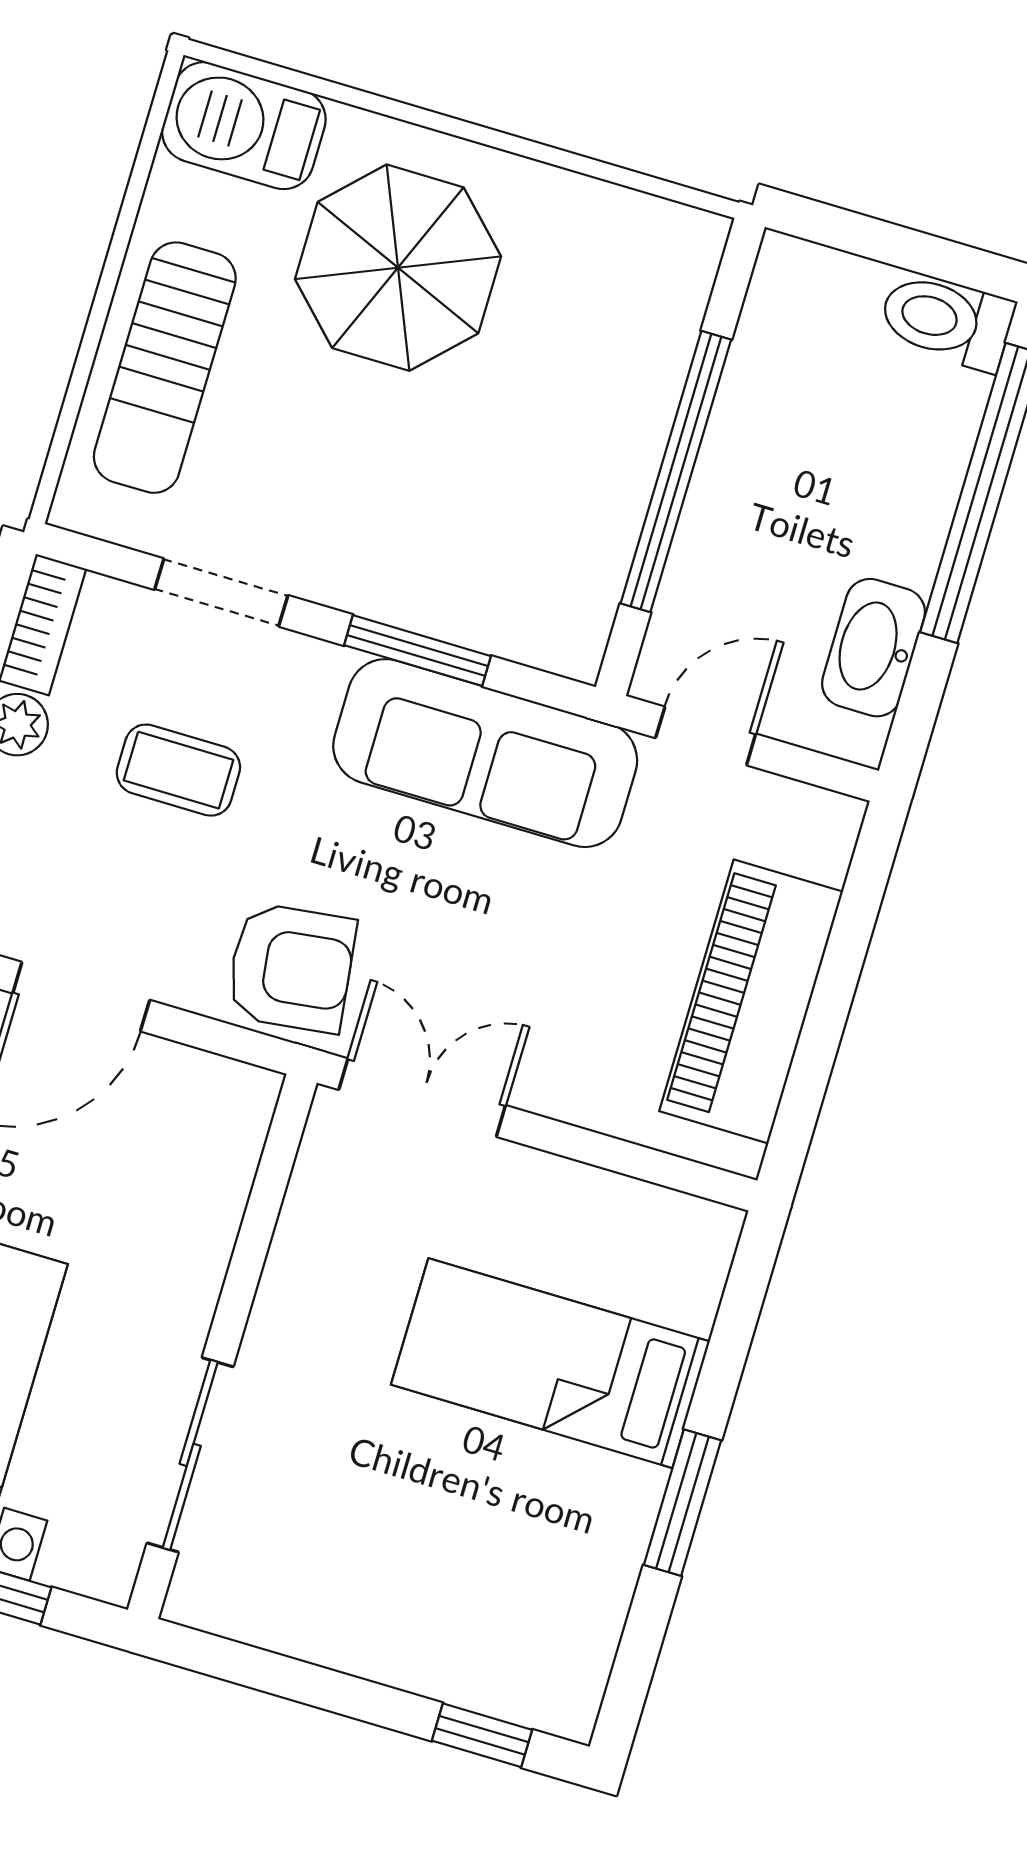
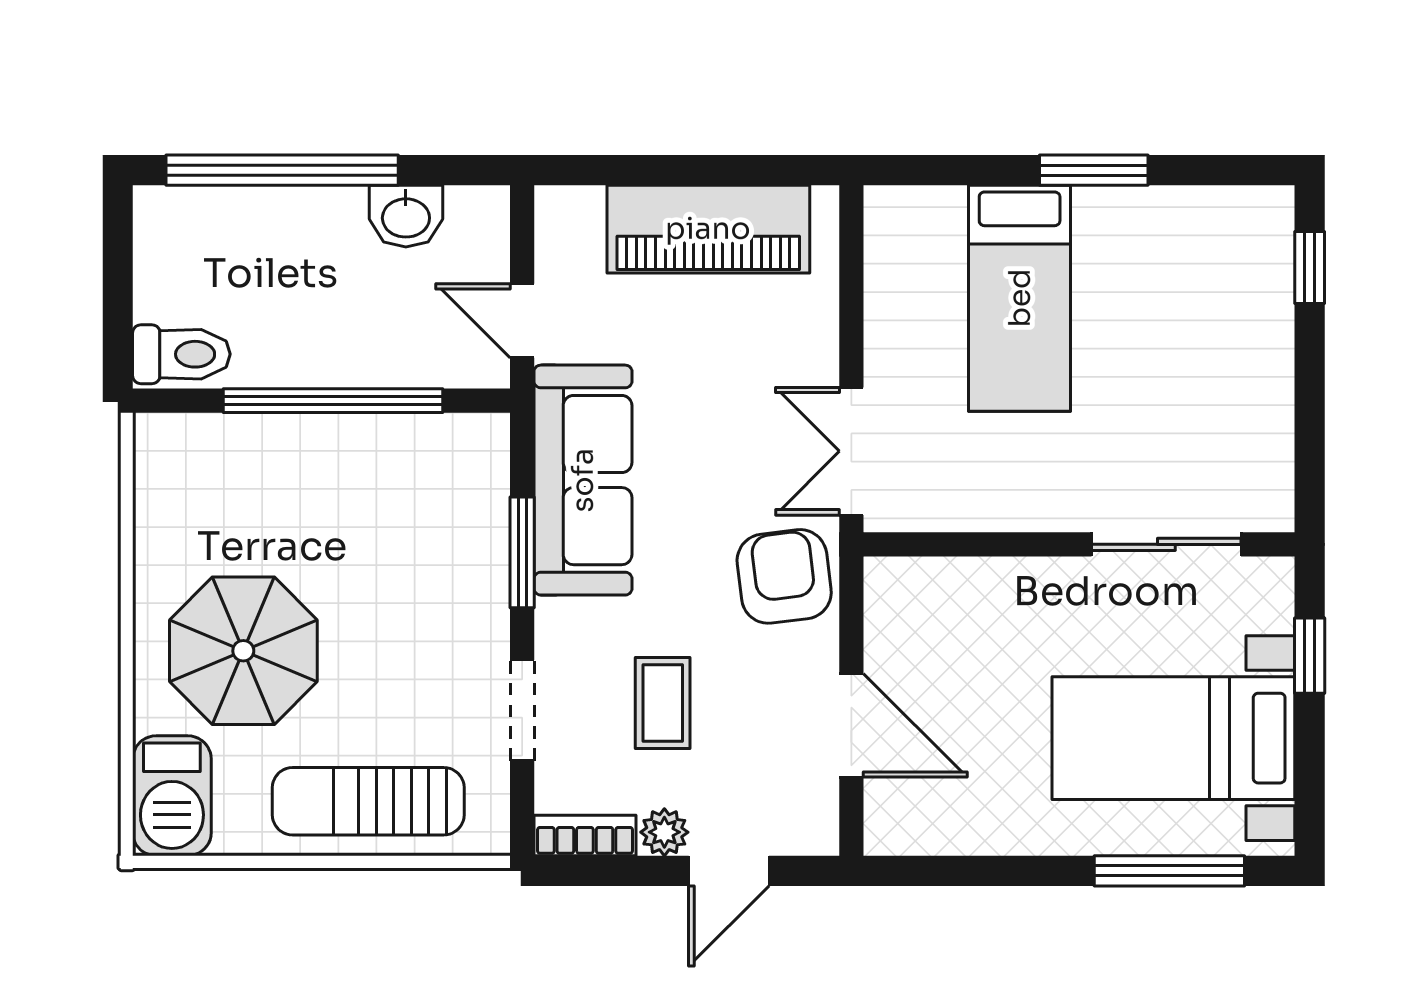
toilet: (946, 321) -> (181, 354), moved, turned -90
sun lounger: (165, 368) -> (368, 801), turned 180
washbasin: (873, 648) -> (406, 216), width x0.72

